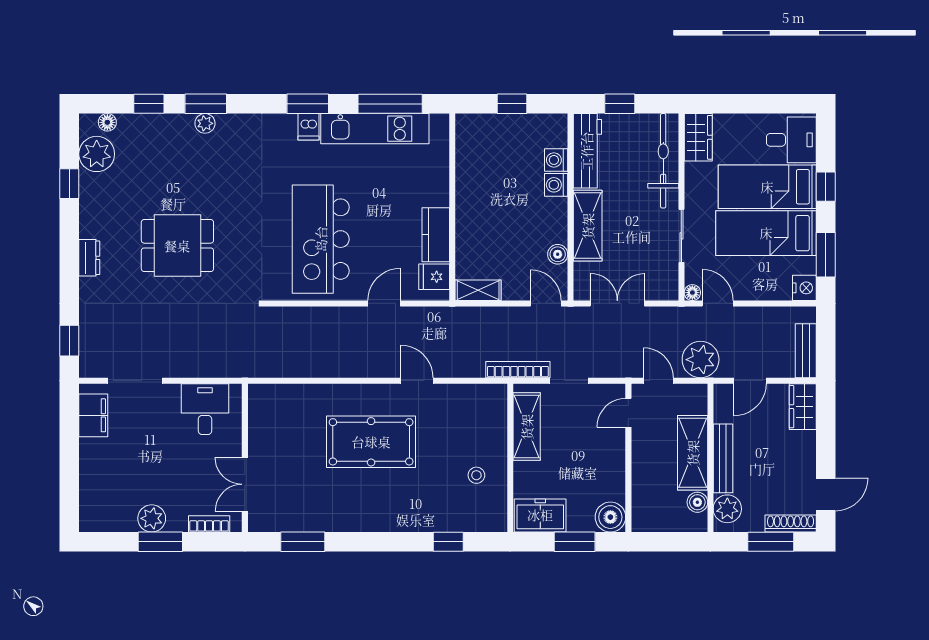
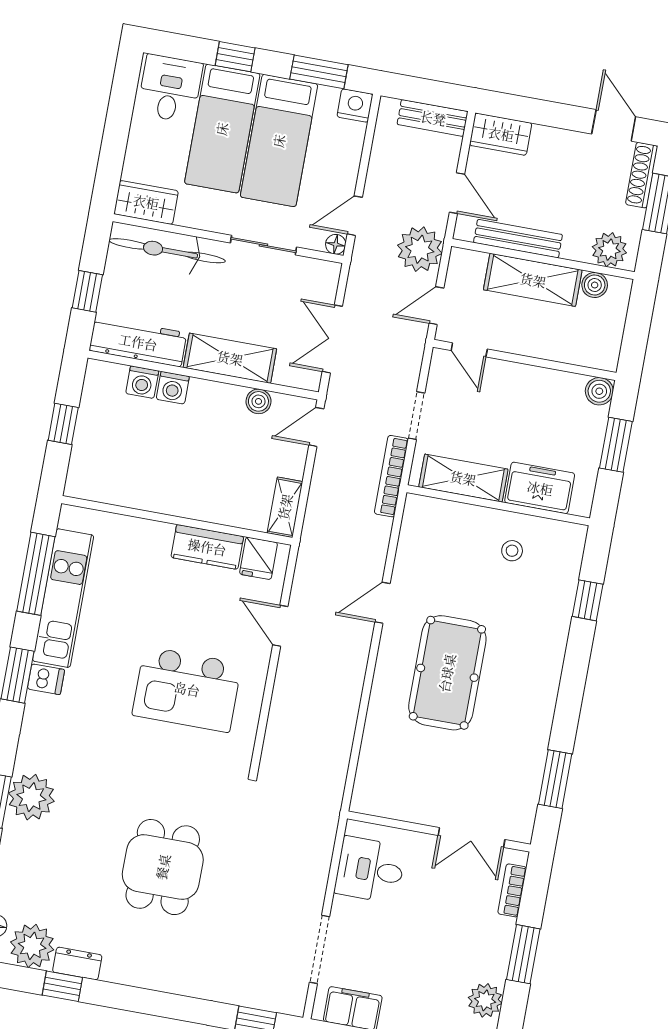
plant: (205, 123) -> (31, 797), width x1.88, depth x1.88
kitchen island: (321, 239) -> (187, 689), width x0.73
dresser: (89, 258) -> (77, 964), moved
bench: (723, 458) -> (518, 239), moved
freezer: (540, 515) -> (540, 488), moved, turned 90
boiler: (610, 517) -> (599, 391), width x0.73, depth x0.73
plant: (152, 518) -> (485, 1000), moved

